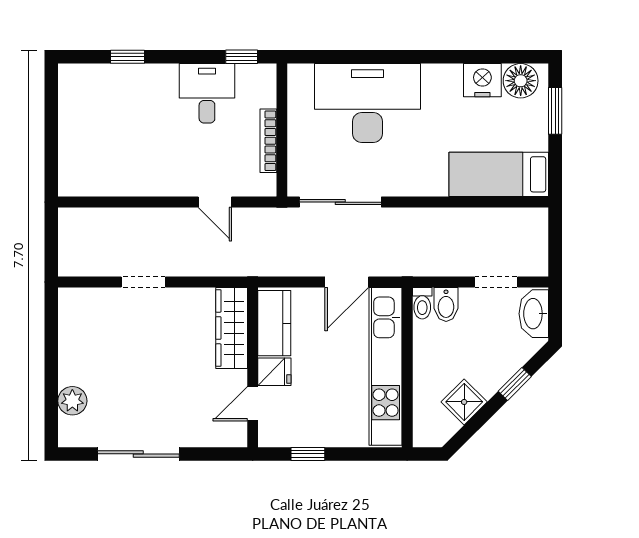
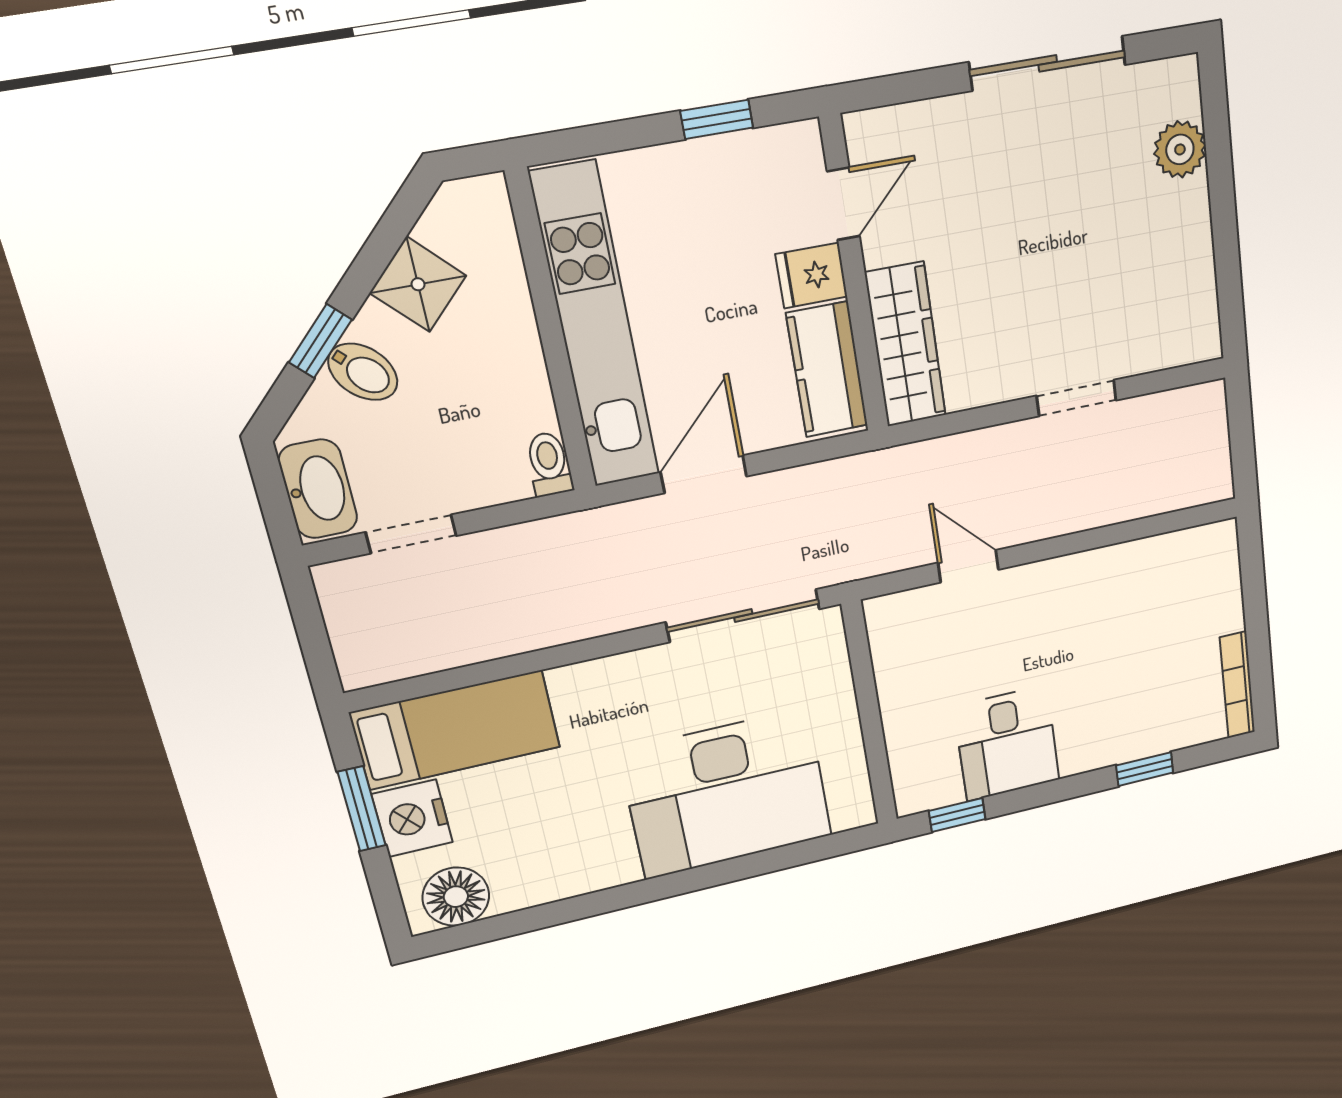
nightstand: (482, 80) -> (412, 818), moved, turned 90
window: (555, 111) -> (362, 809), moved
bookcase: (268, 141) -> (1237, 685), moved, turned 180
bidet: (446, 305) -> (363, 372), moved, turned 135

